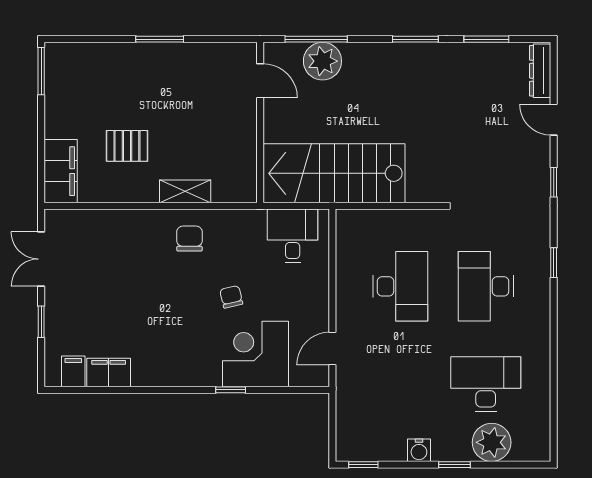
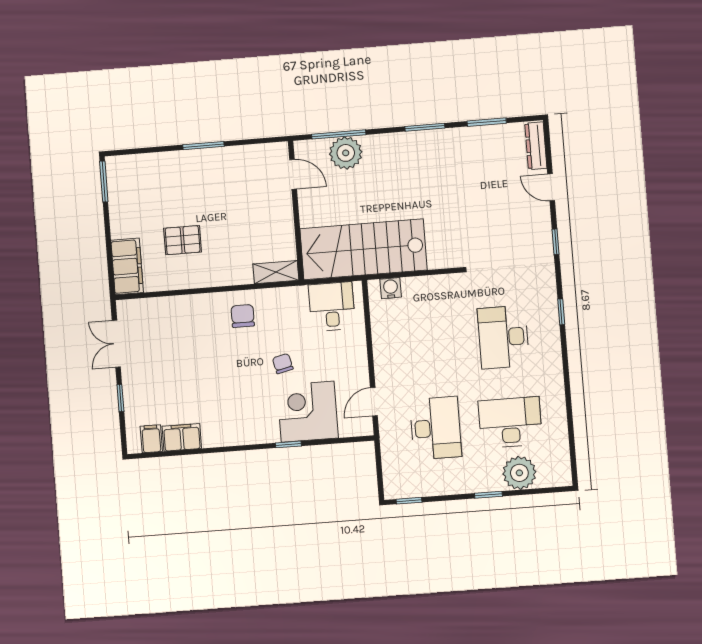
shelving: (185, 191) -> (276, 272), moved
desk: (400, 286) -> (436, 428), moved
water cooler: (419, 450) -> (391, 288), moved, turned 180

